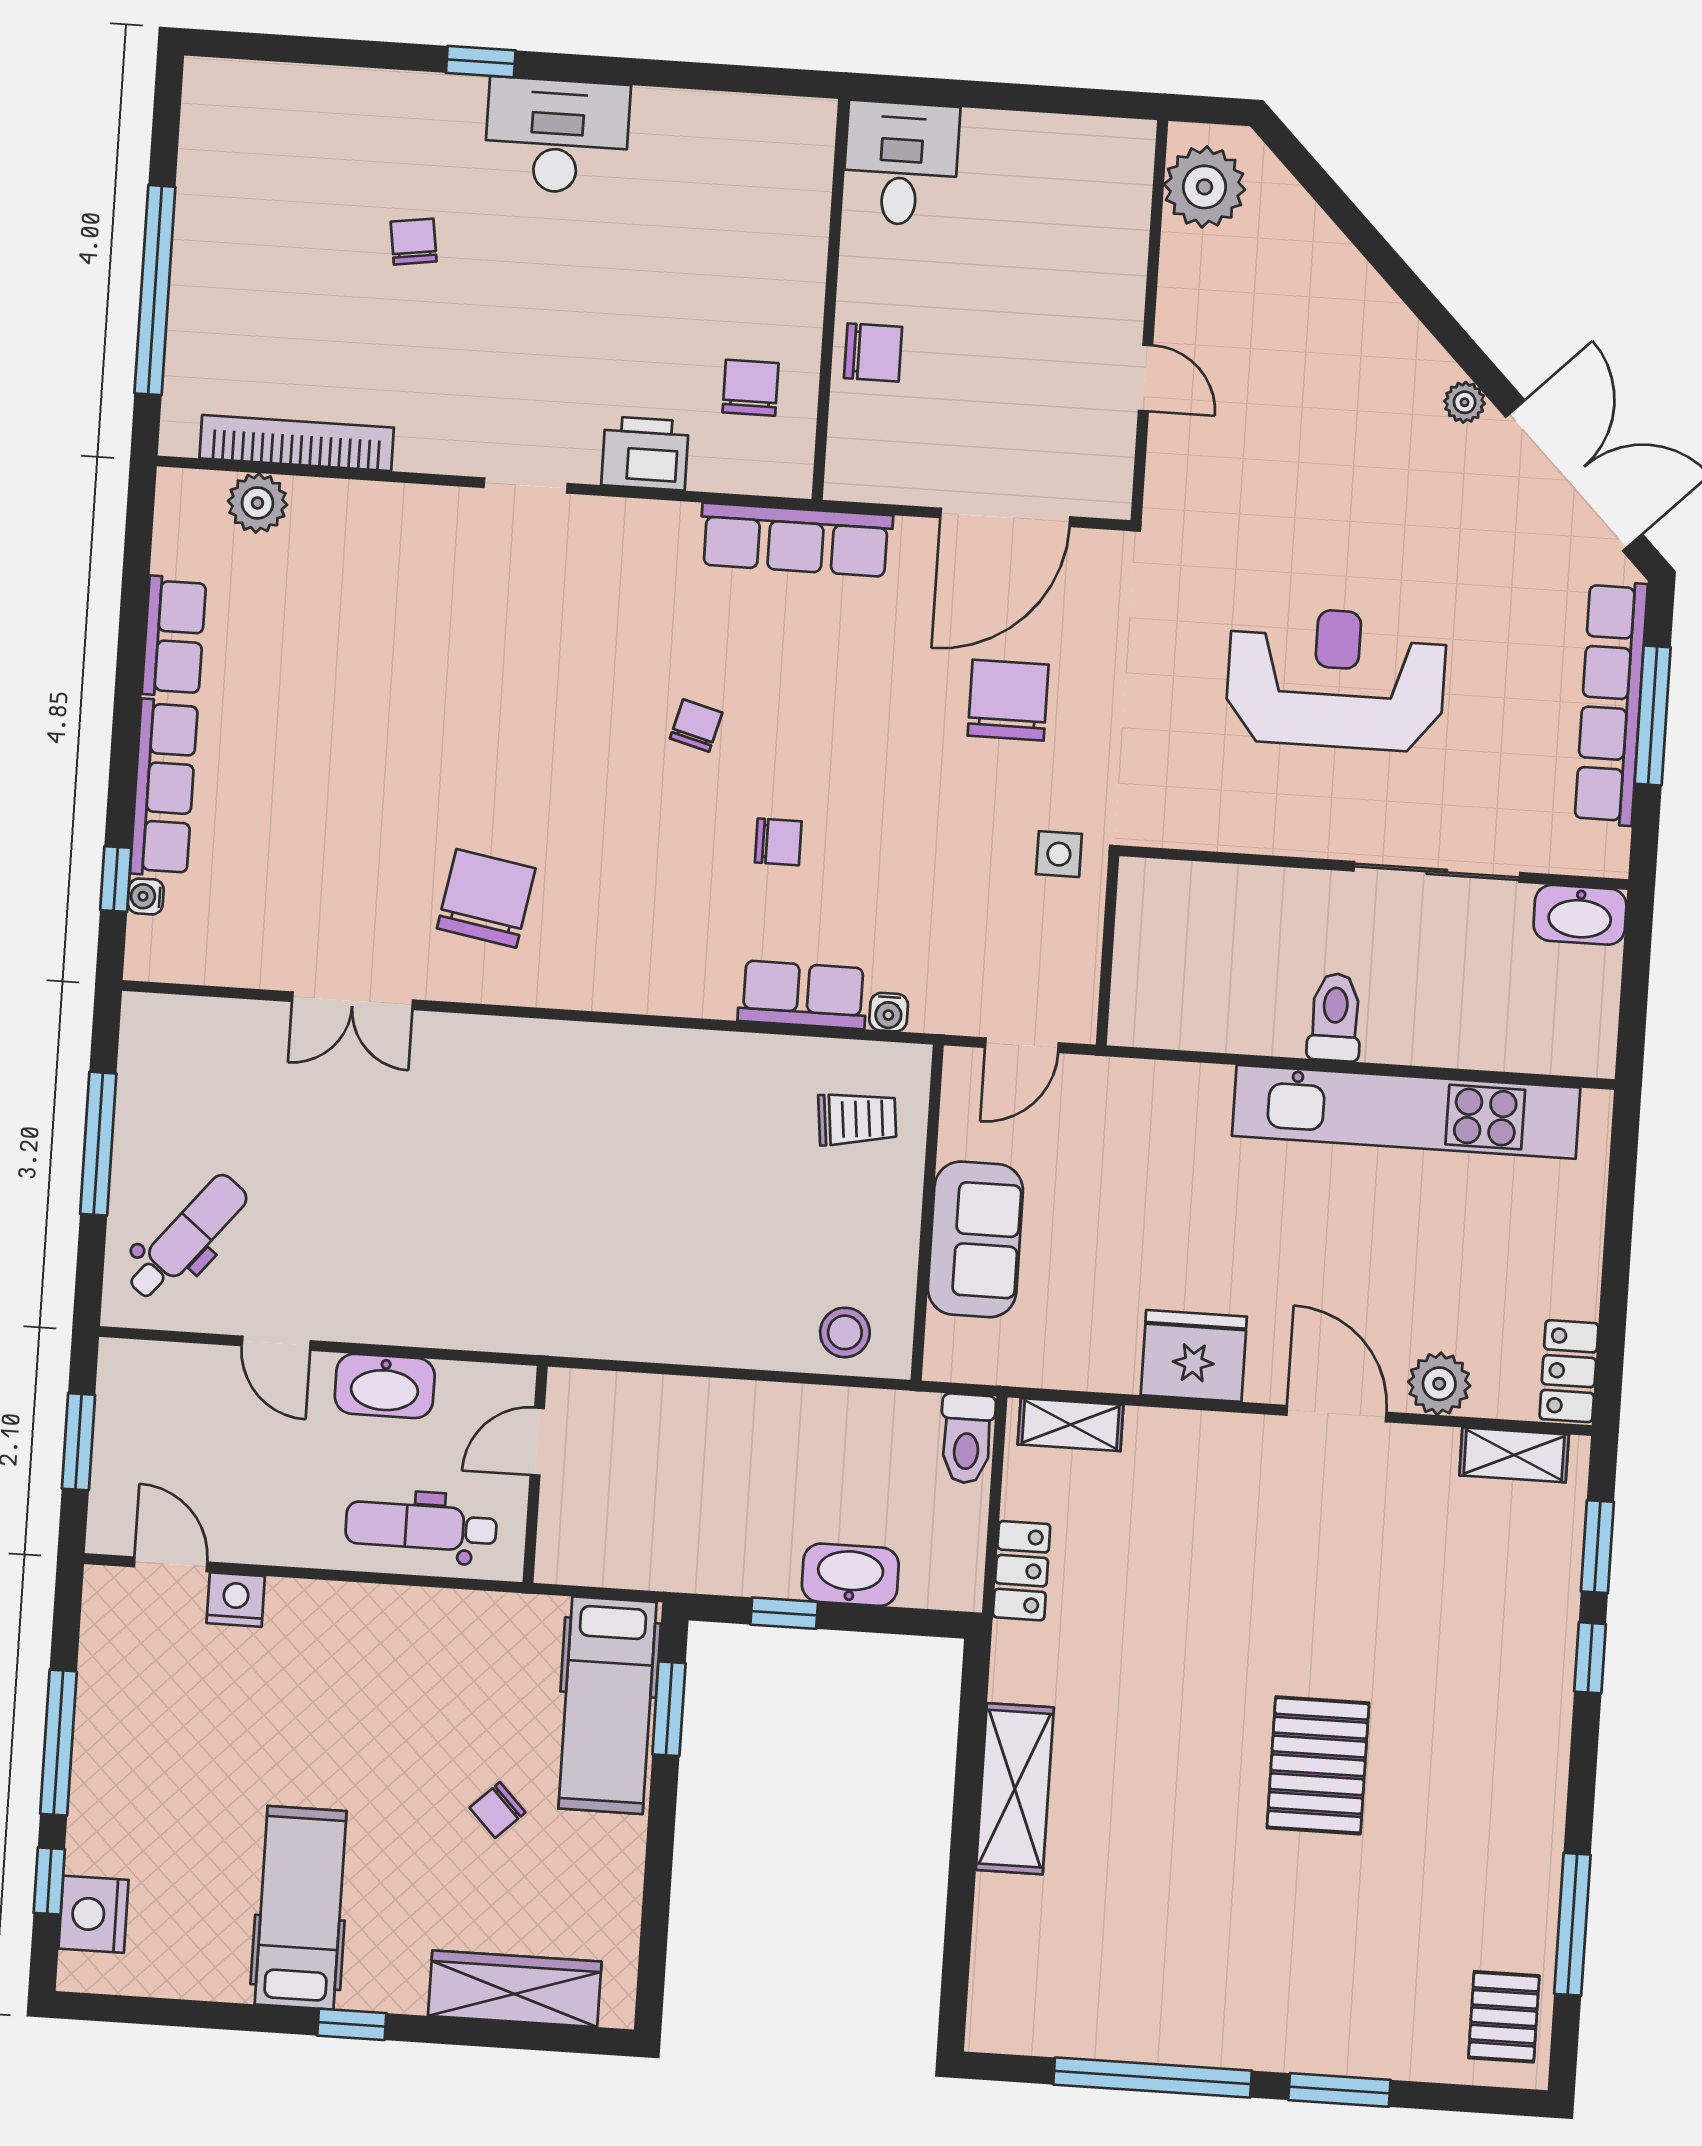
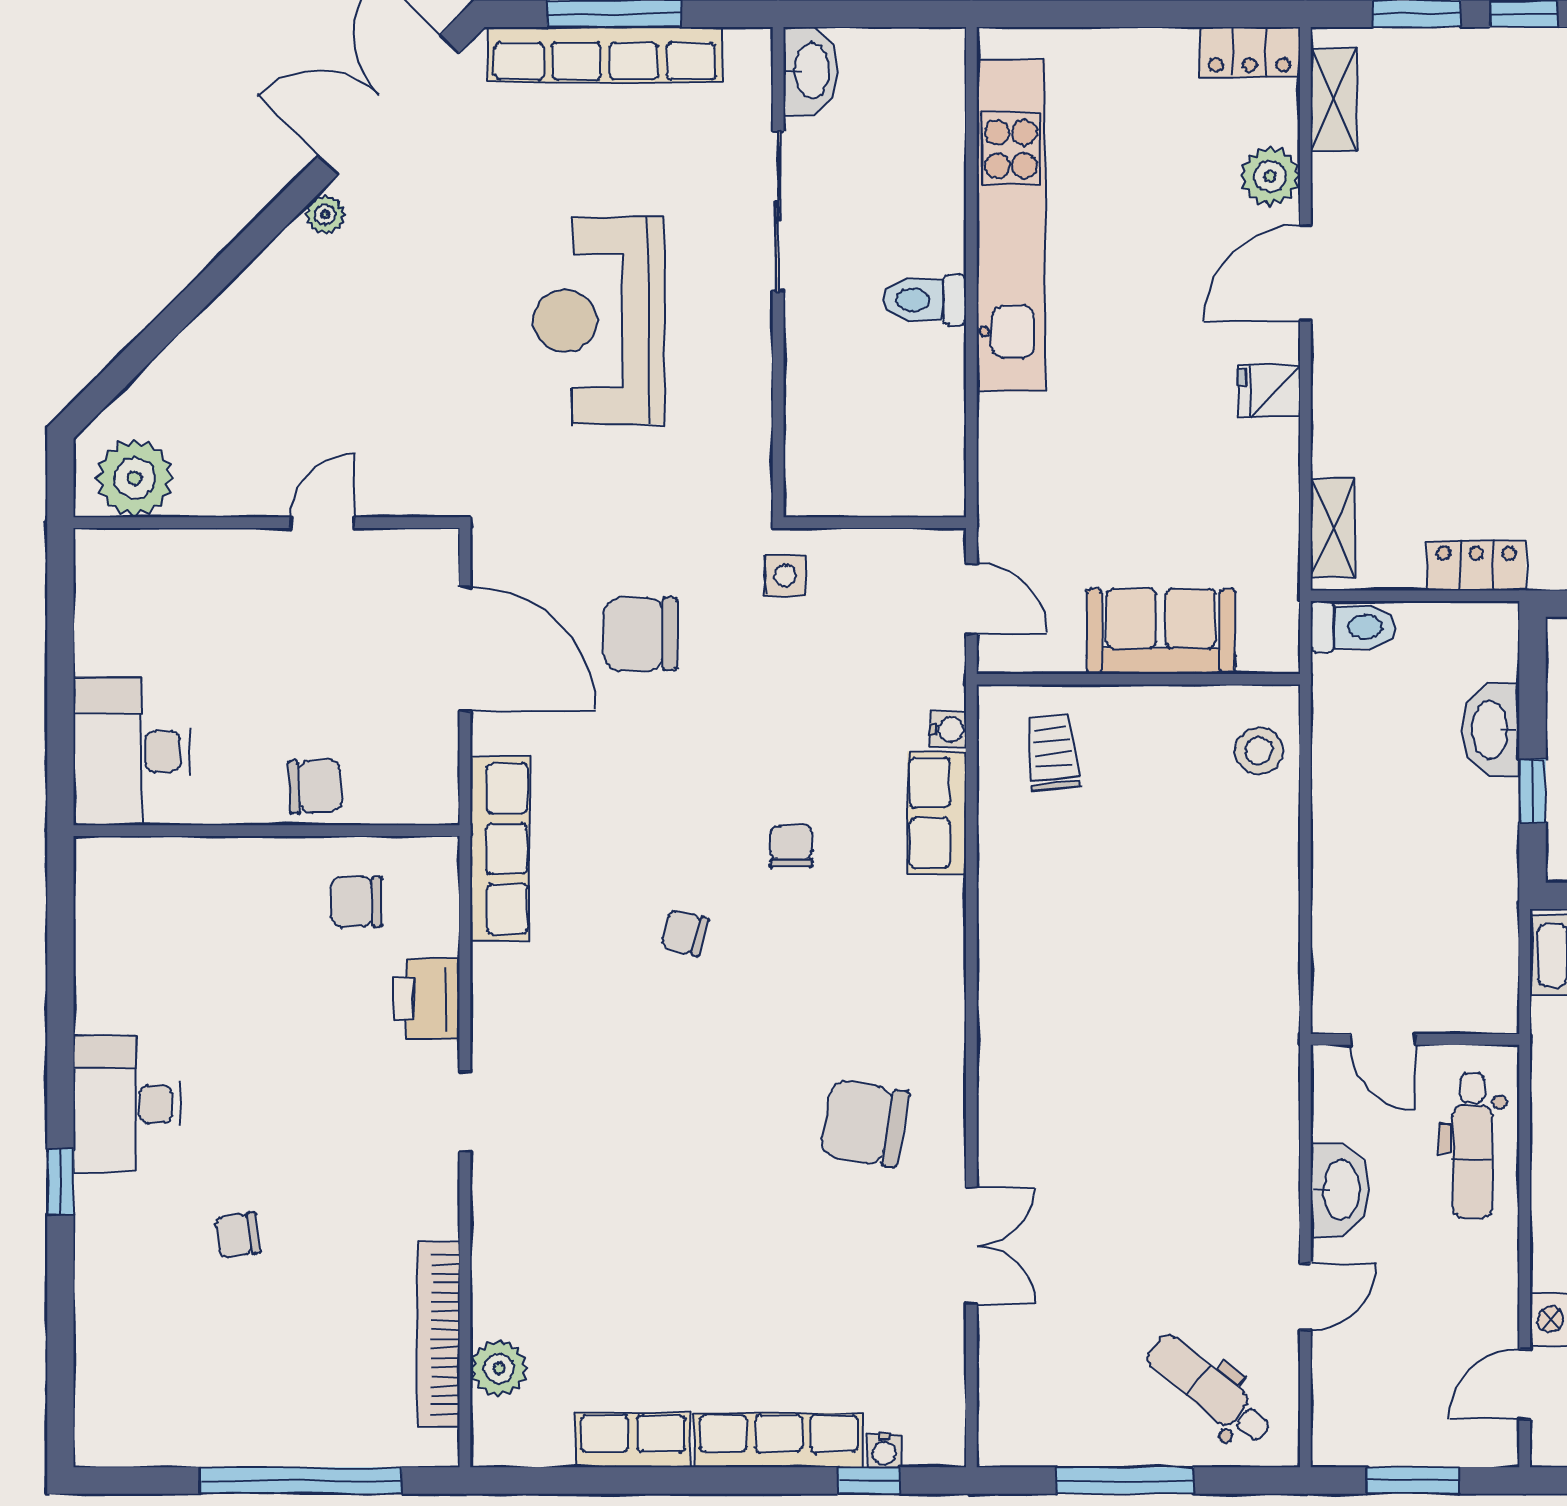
desk: (901, 164) -> (132, 751), width x1.37
chair: (873, 353) -> (315, 786), turned 87
fridge: (1194, 1356) -> (1269, 391), width x0.53, depth x0.75

